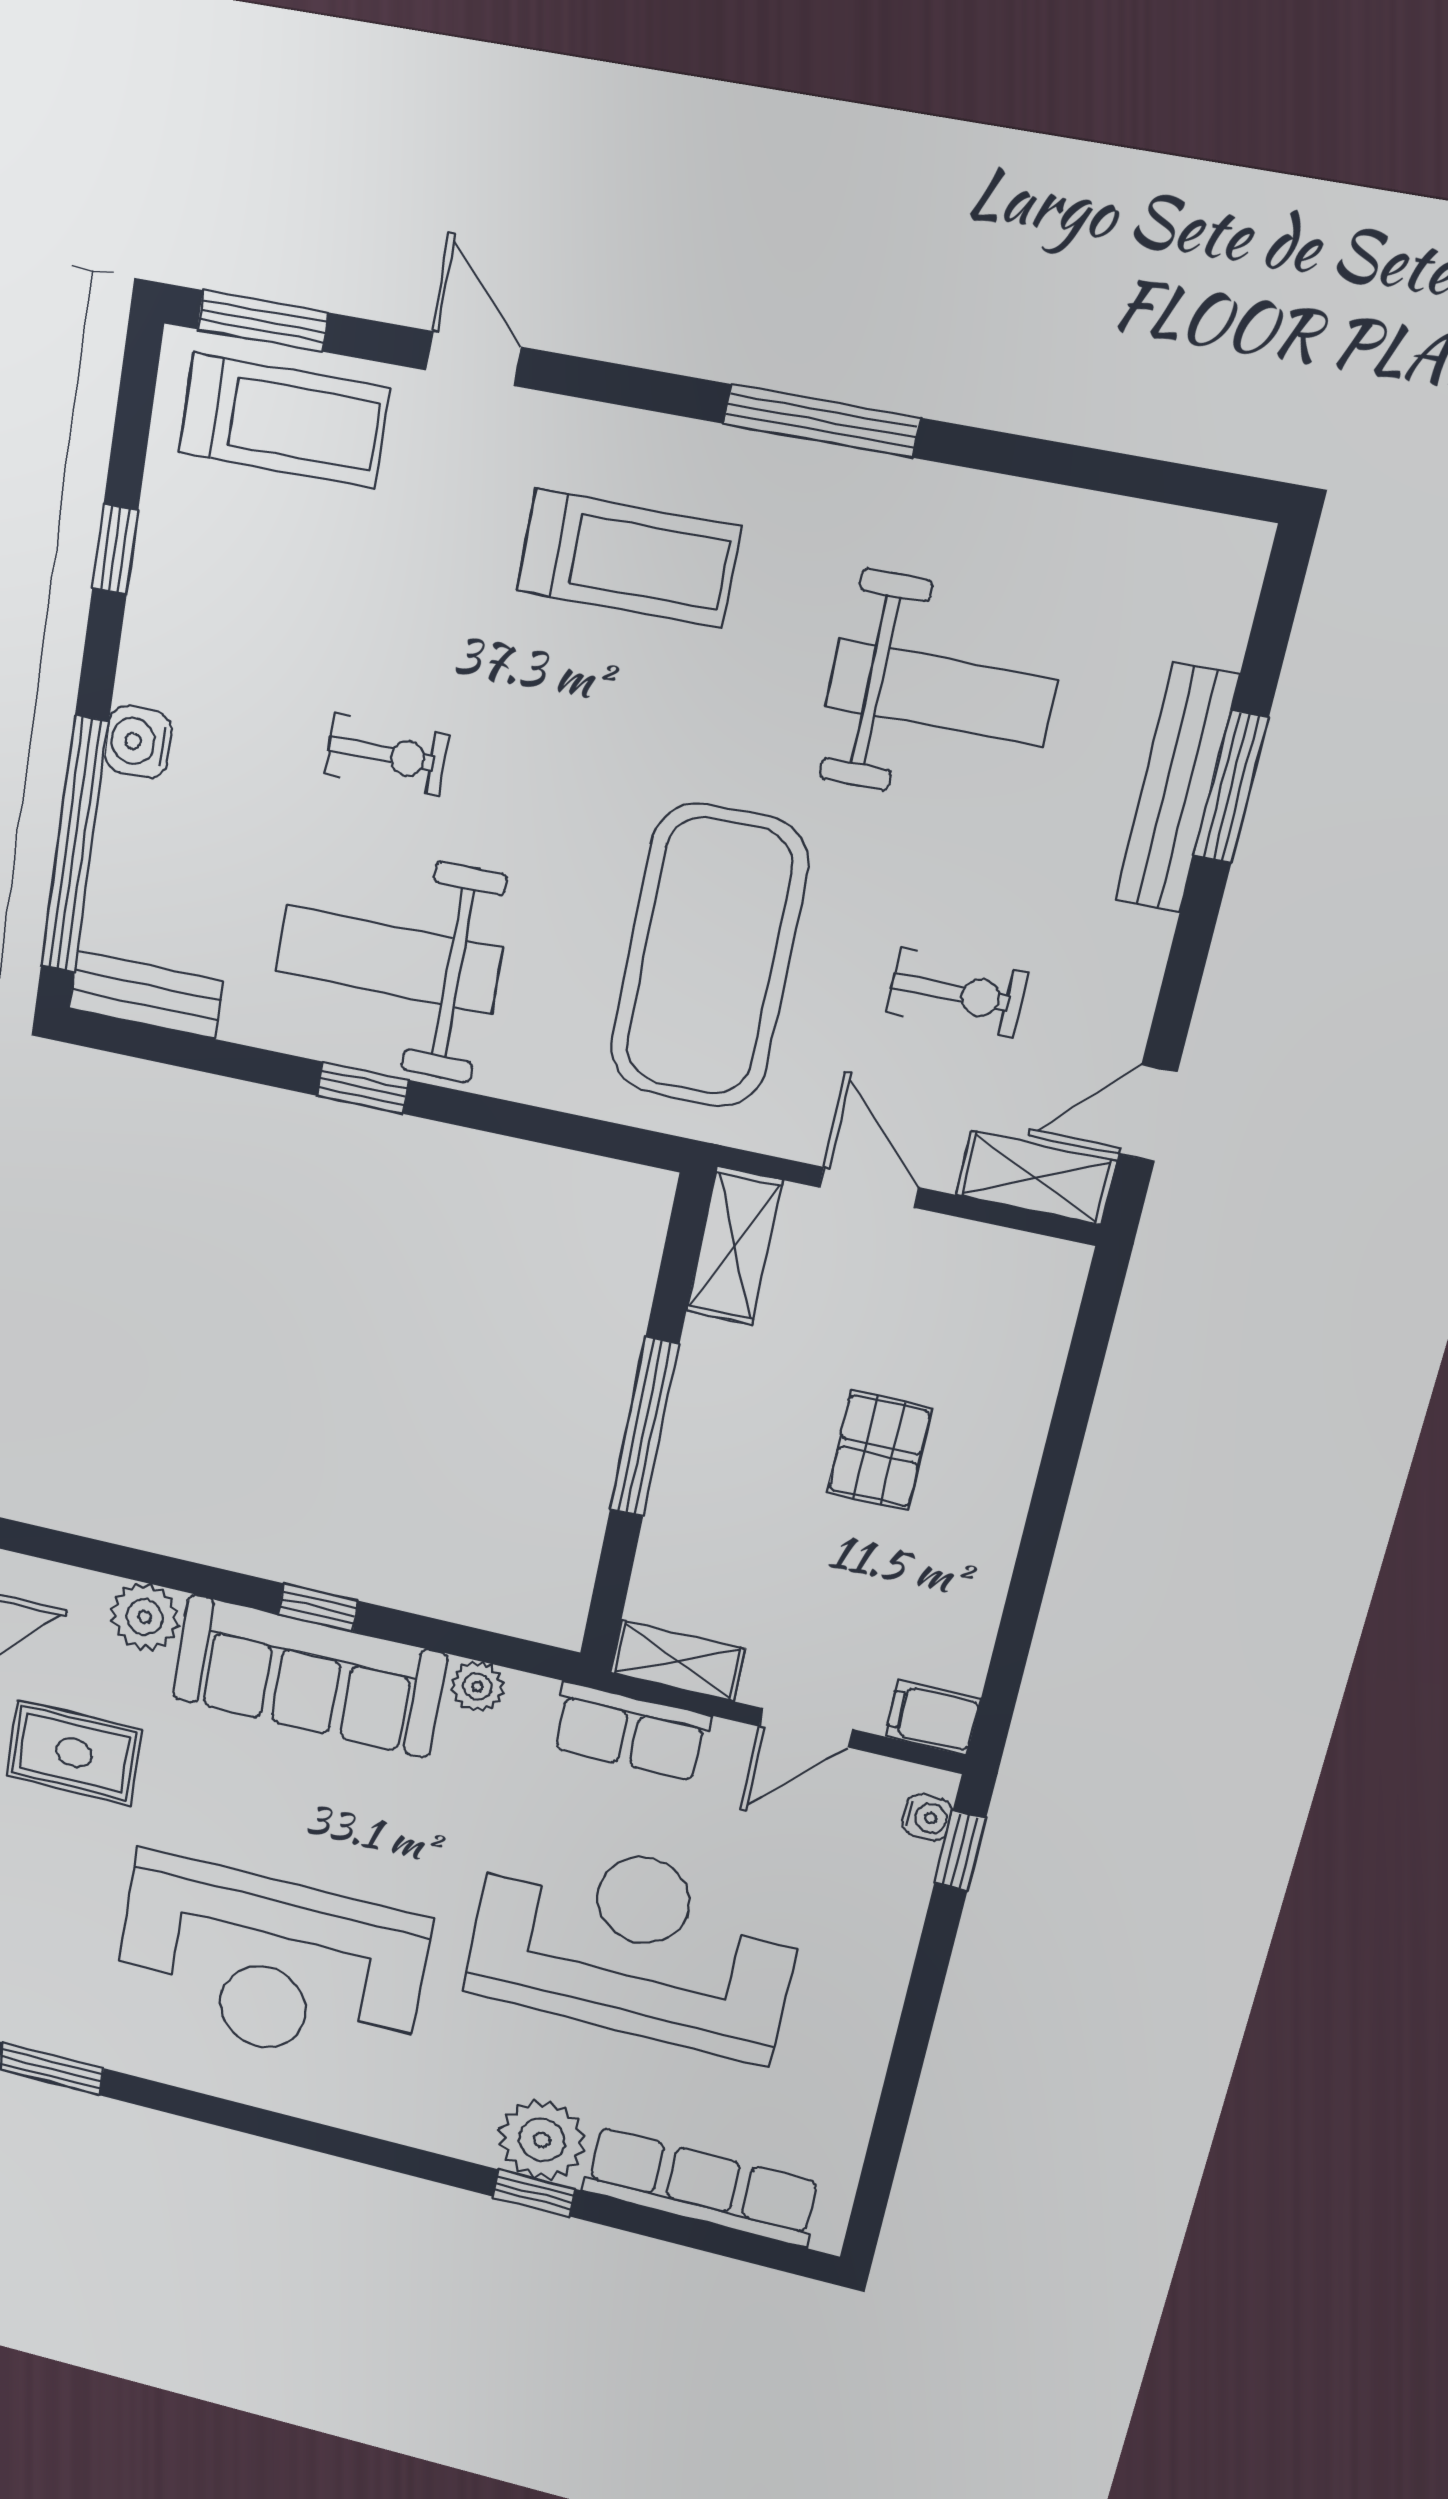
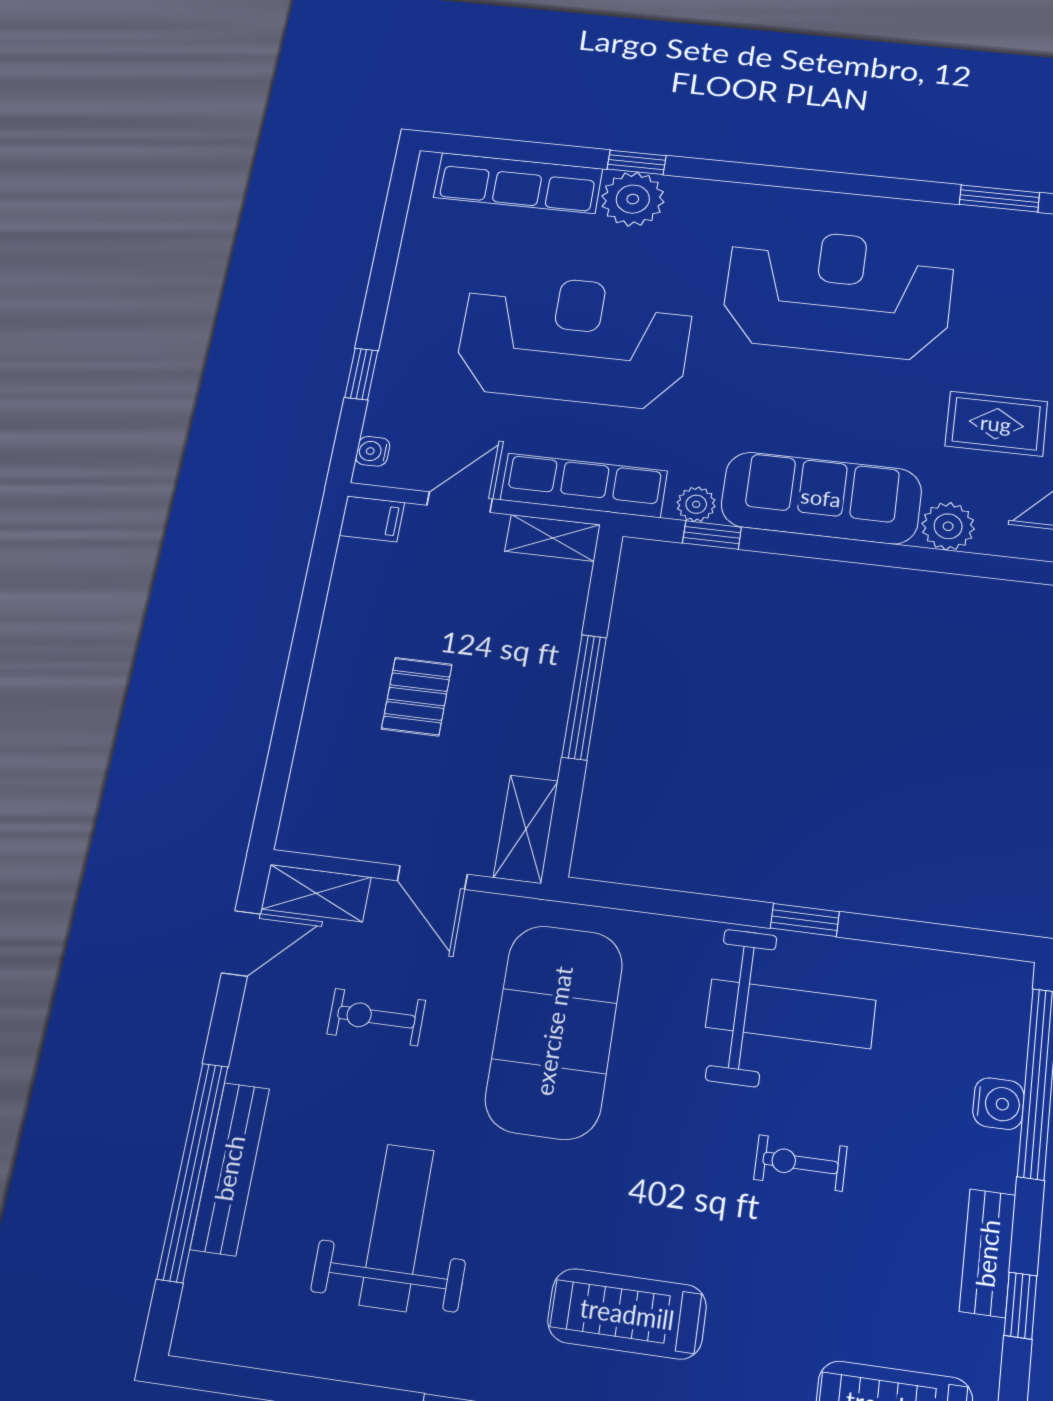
weight bench: (941, 693) -> (397, 1227), turned 90
water cooler: (138, 742) -> (998, 1104), moved
window: (1231, 787) -> (193, 1171), width x2.11
bench: (146, 995) -> (988, 1253), moved, turned 90
window: (318, 1607) -> (712, 535), moved
row of seats: (630, 1732) -> (584, 485), width x1.48
window: (960, 1851) -> (361, 374), moved
reception desk: (633, 1945) -> (574, 340), turned 180

